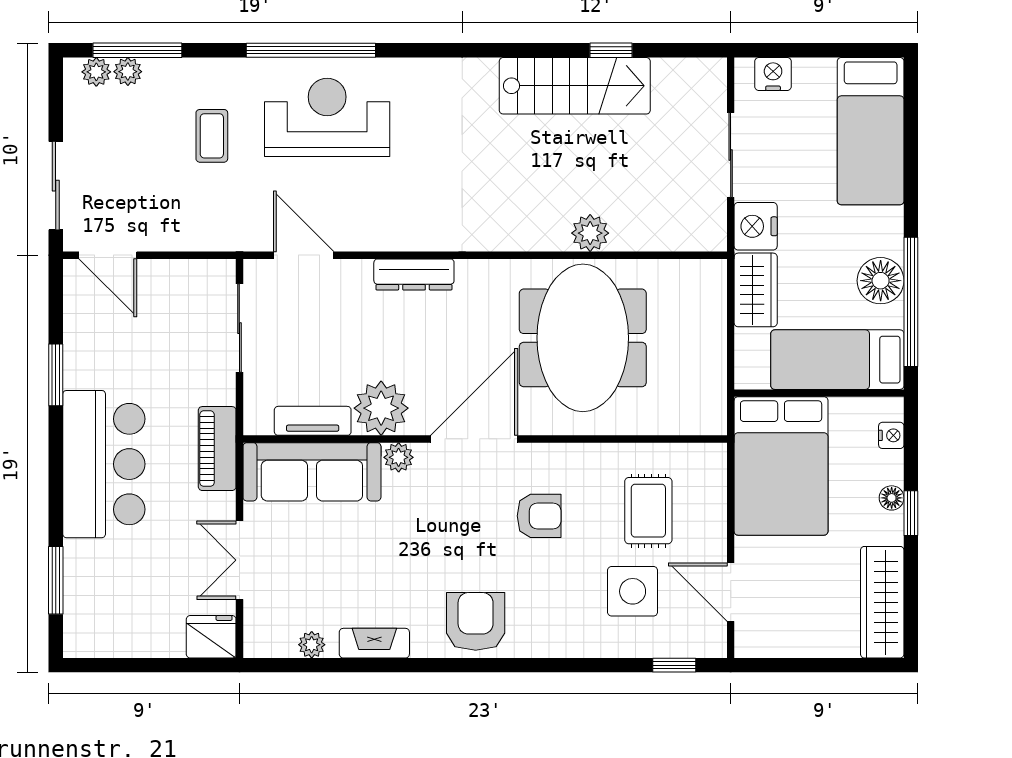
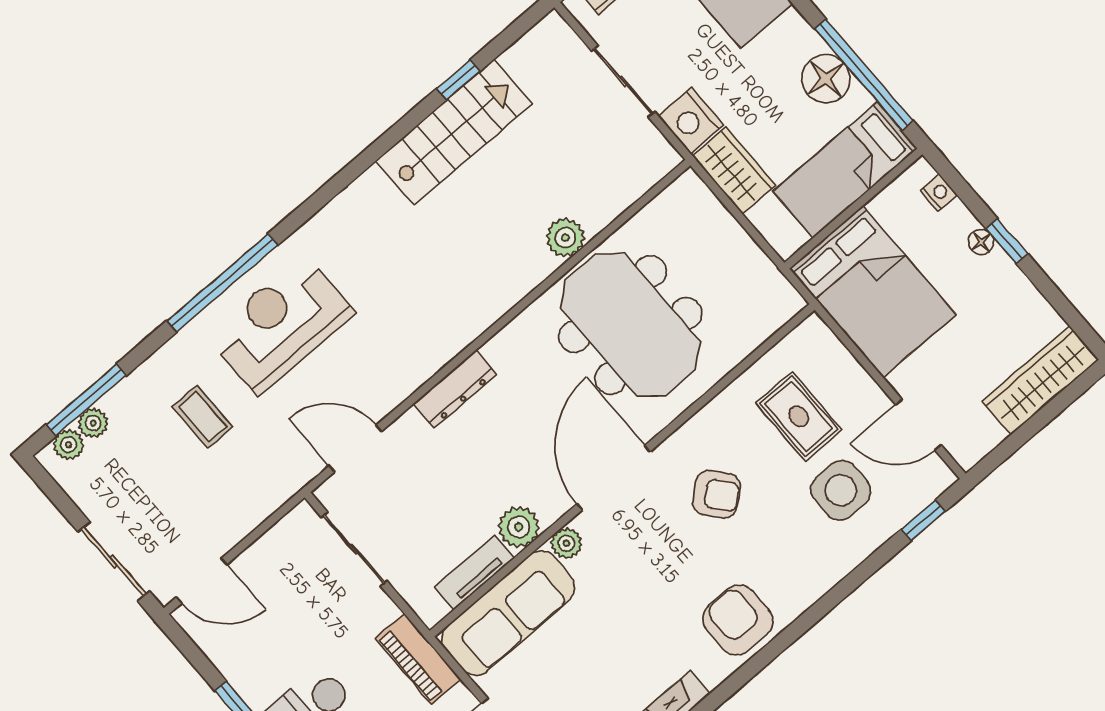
plant: (381, 408) -> (519, 527), width x0.73, depth x0.73
armchair: (539, 516) -> (716, 494), turned 50
wardrobe: (882, 602) -> (1040, 380), moved, turned 90

